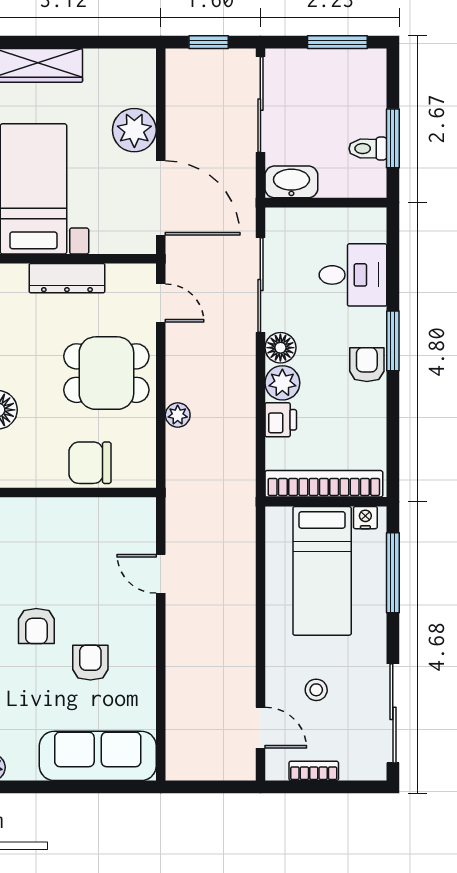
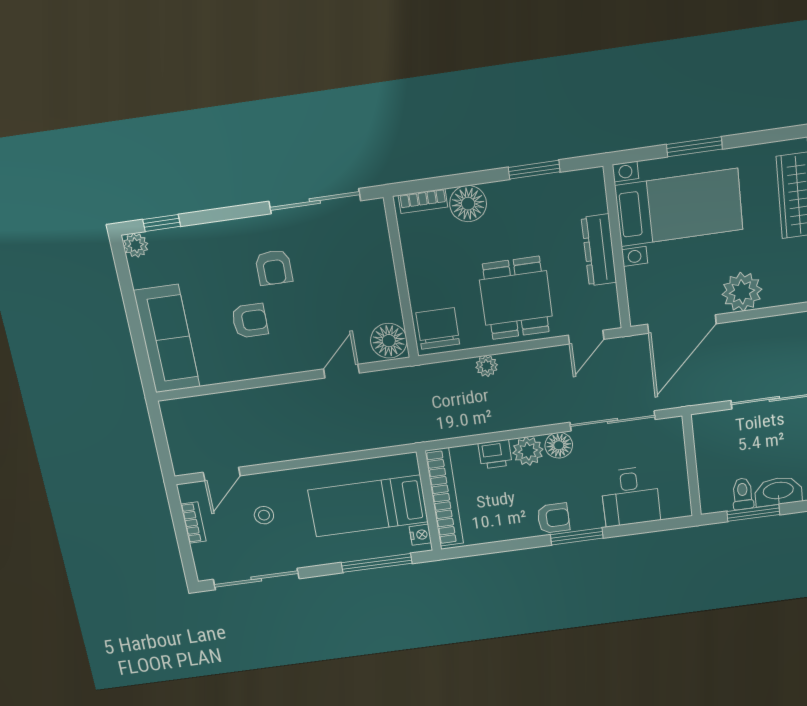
washbasin: (291, 182) -> (778, 491), moved, turned -90
chair: (90, 463) -> (438, 328), moved
floor lamp: (134, 517) -> (389, 341), added
armchair: (36, 626) -> (274, 268), turned -90

